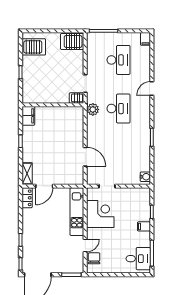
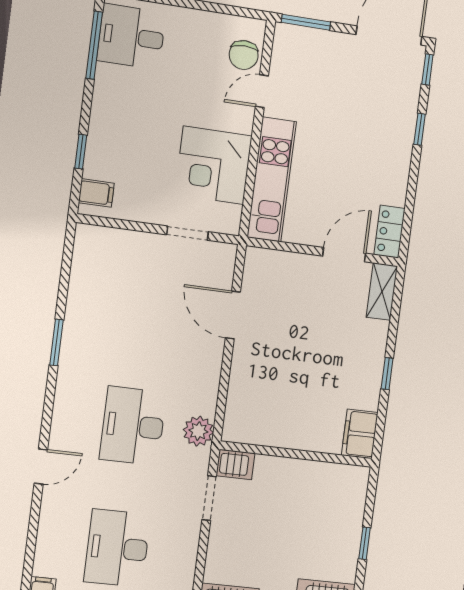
water cooler: (145, 177) -> (86, 244), removed
filing cabinet: (144, 226) -> (96, 193), moved

